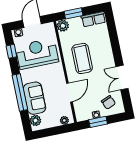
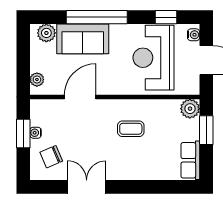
reception desk: (37, 54) -> (154, 58), turned 180
coffee table: (82, 58) -> (131, 129), width x0.54, depth x0.58
door: (69, 92) -> (80, 97), swing flipped

